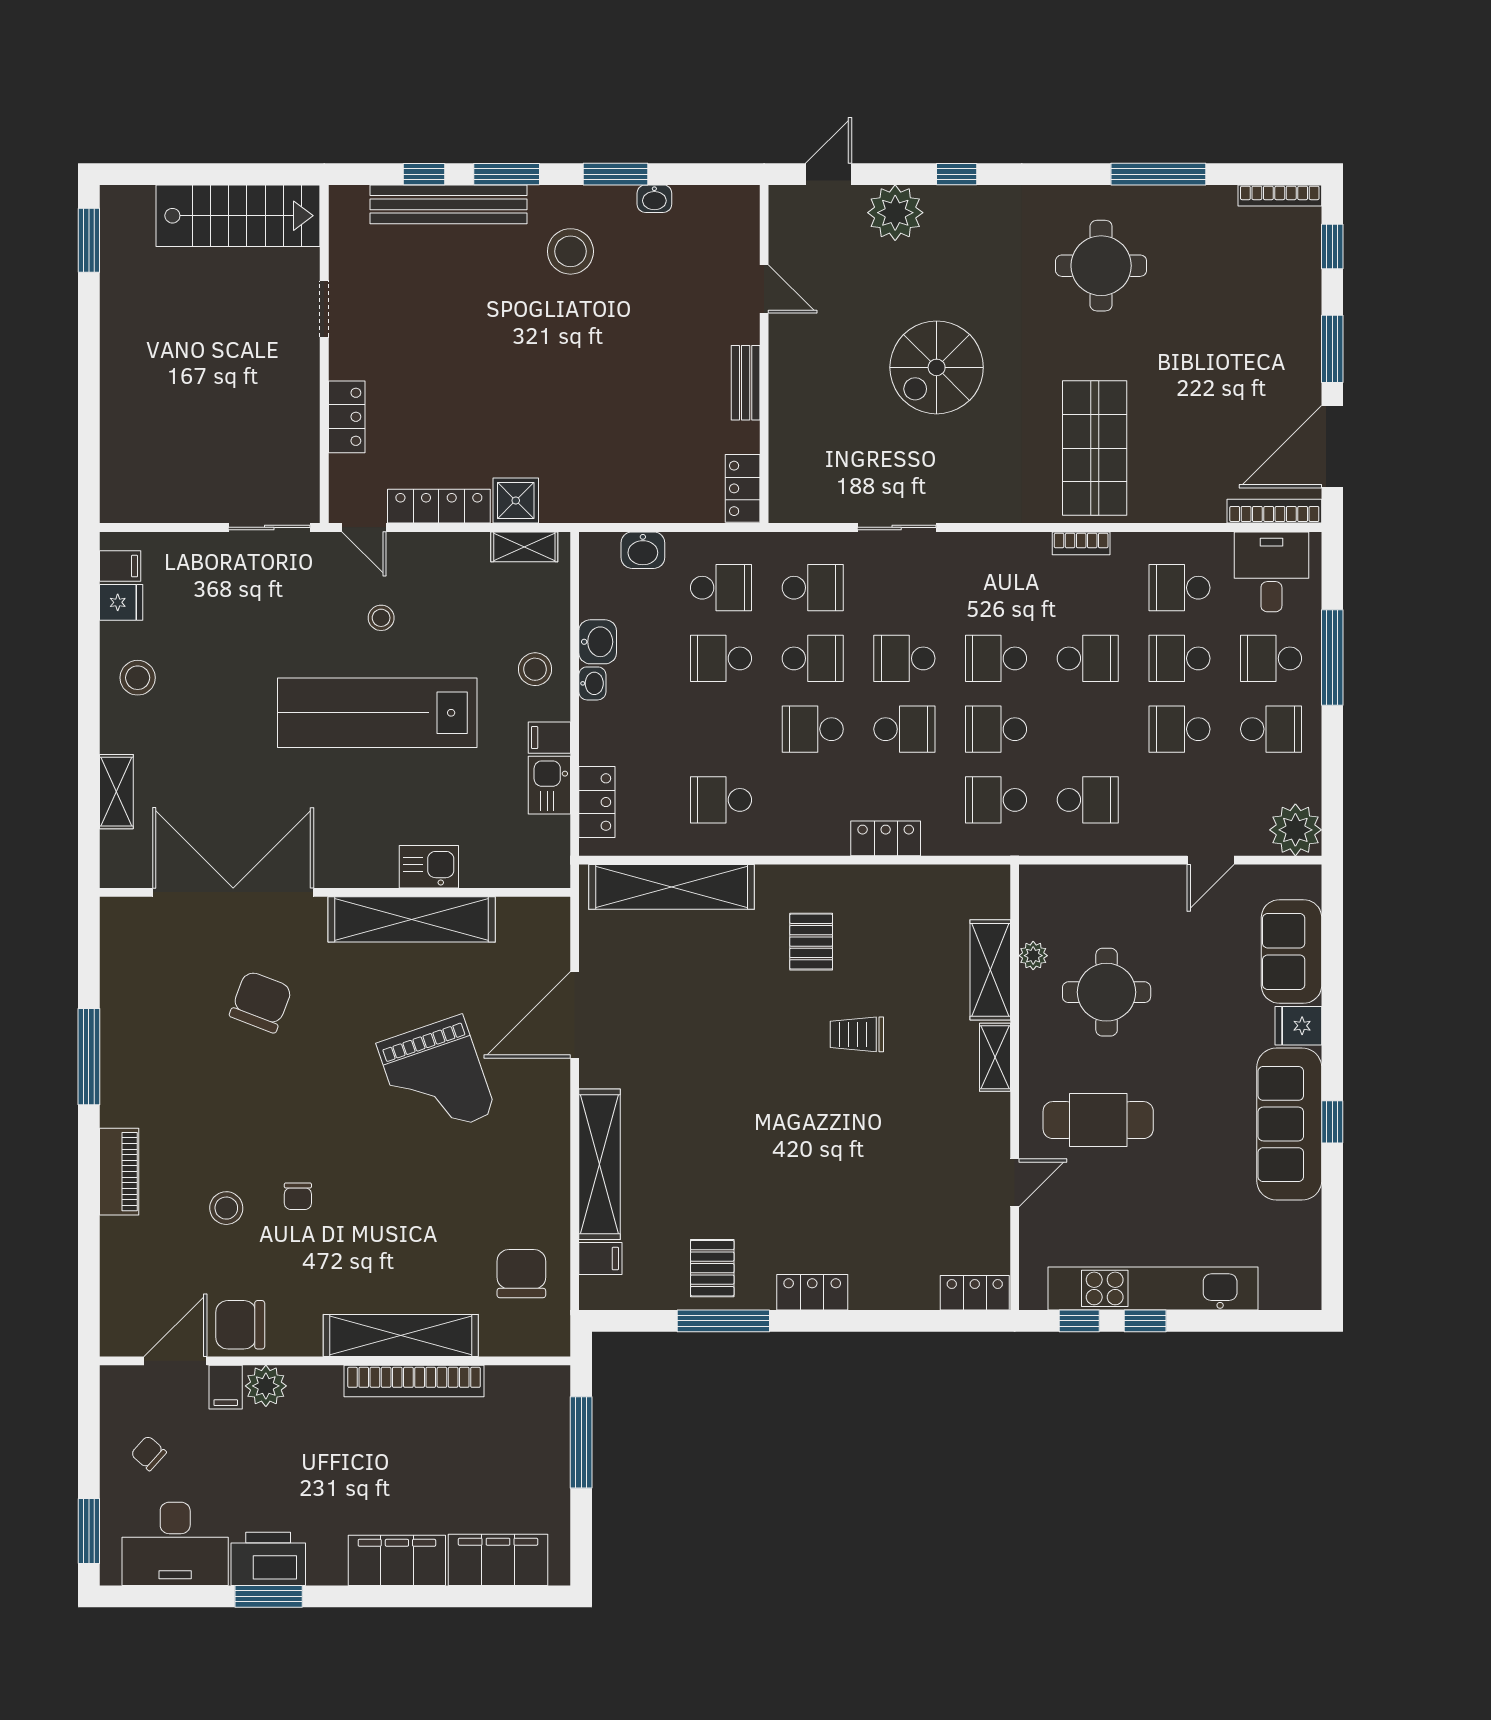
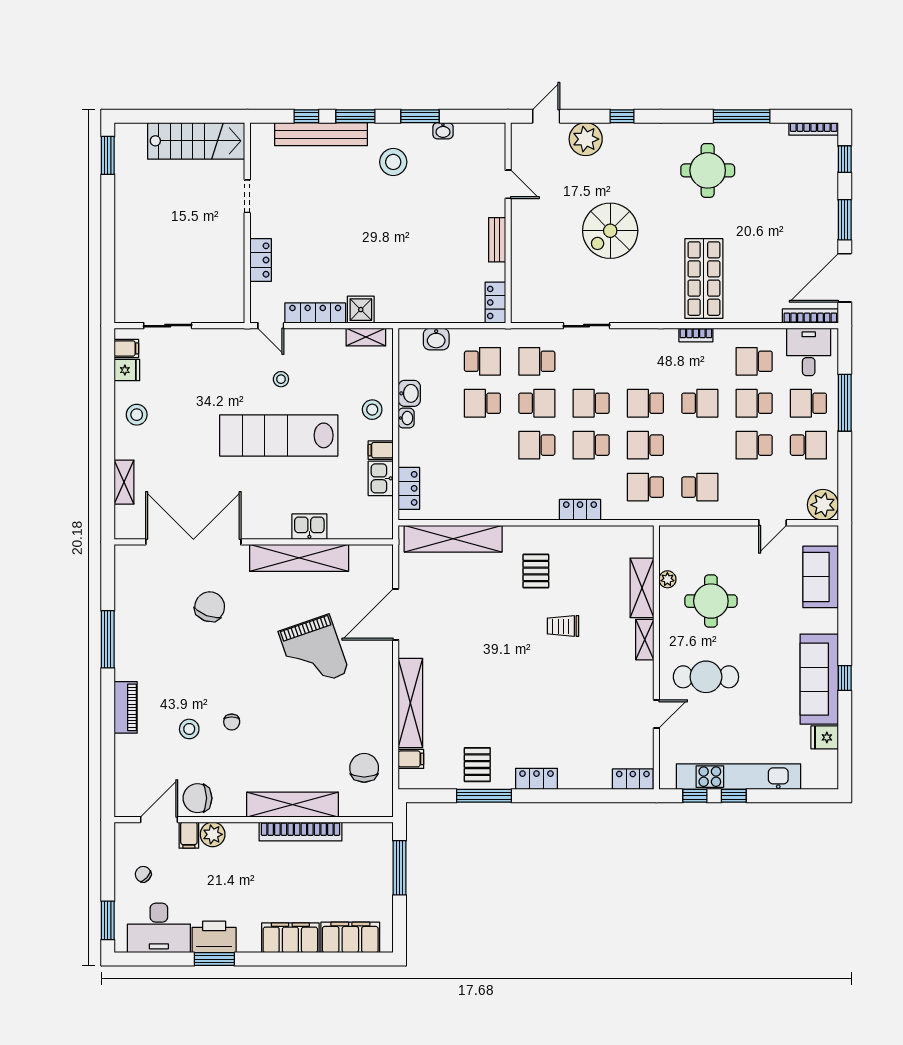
sliding door: (269, 527) -> (168, 326), moved
school desk: (813, 588) -> (537, 361), turned 180
school desk: (904, 729) -> (591, 445), turned 180
school desk: (721, 800) -> (482, 487), removed
fridge: (1298, 1026) -> (825, 737), moved

